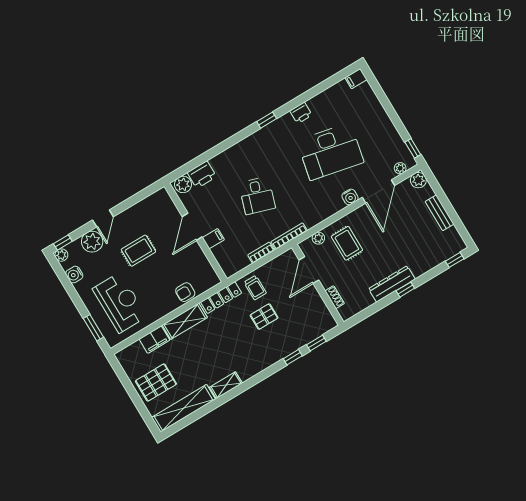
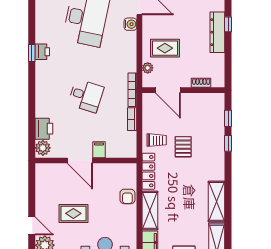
printer: (301, 113) -> (42, 52), moved
rug: (138, 251) -> (73, 213), turned 90
shelving: (226, 385) -> (217, 201), width x1.50, depth x1.33

